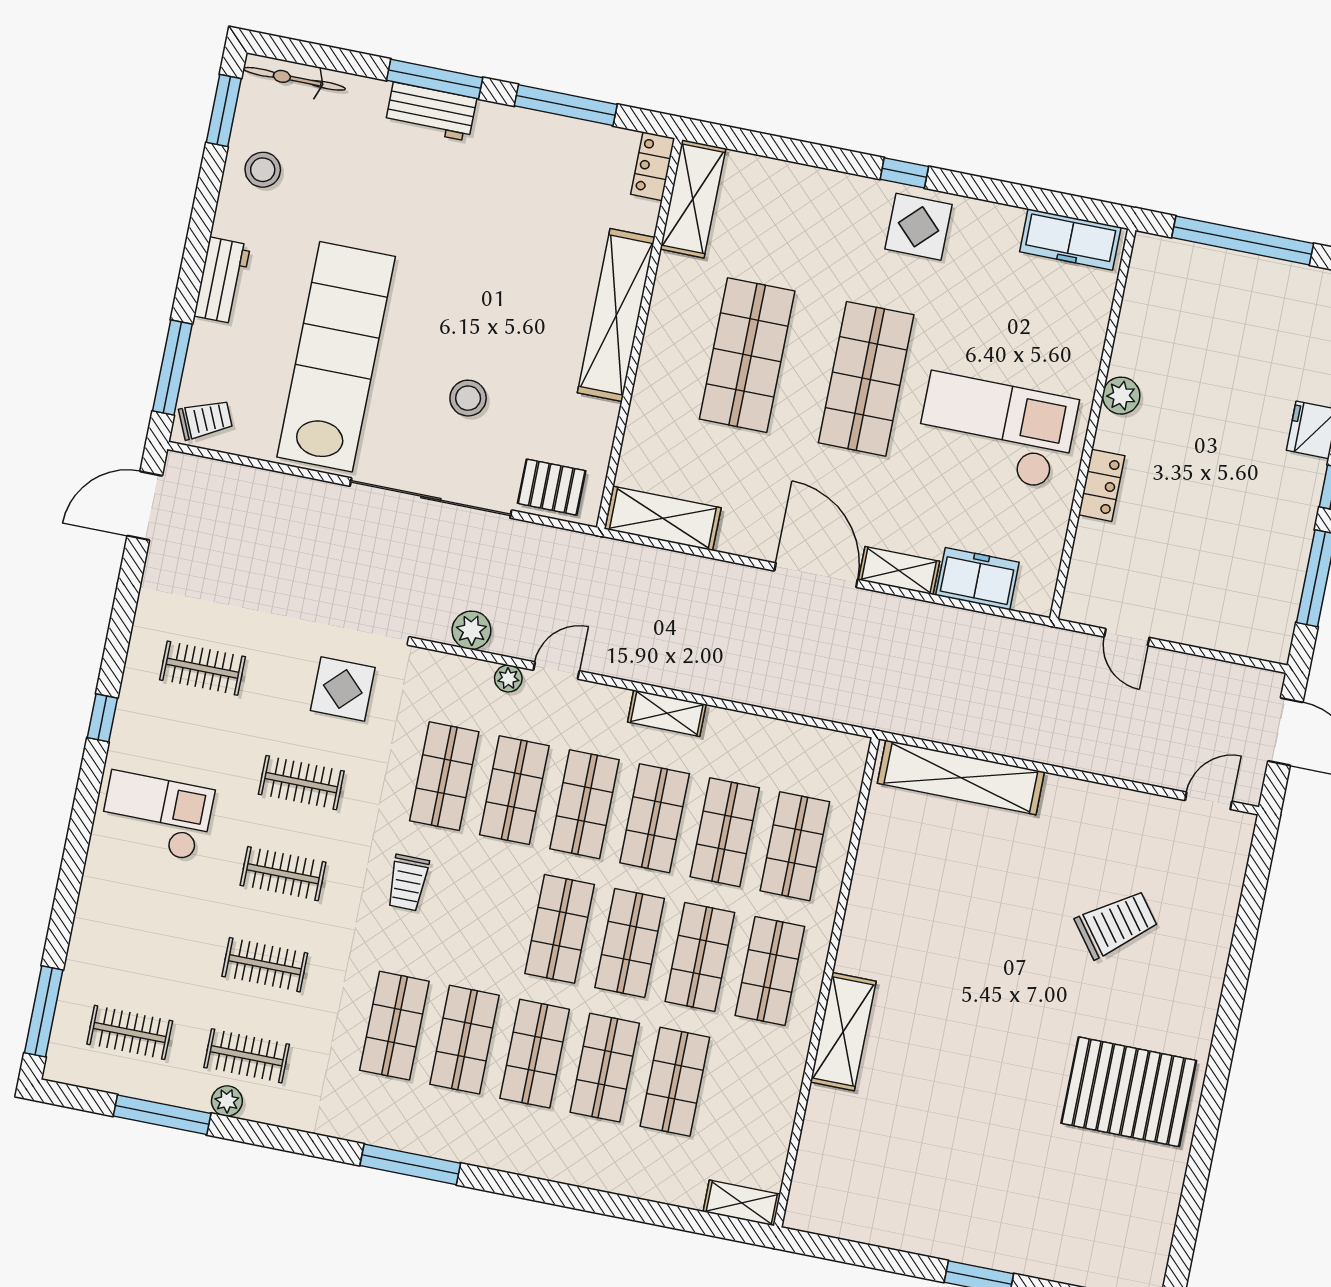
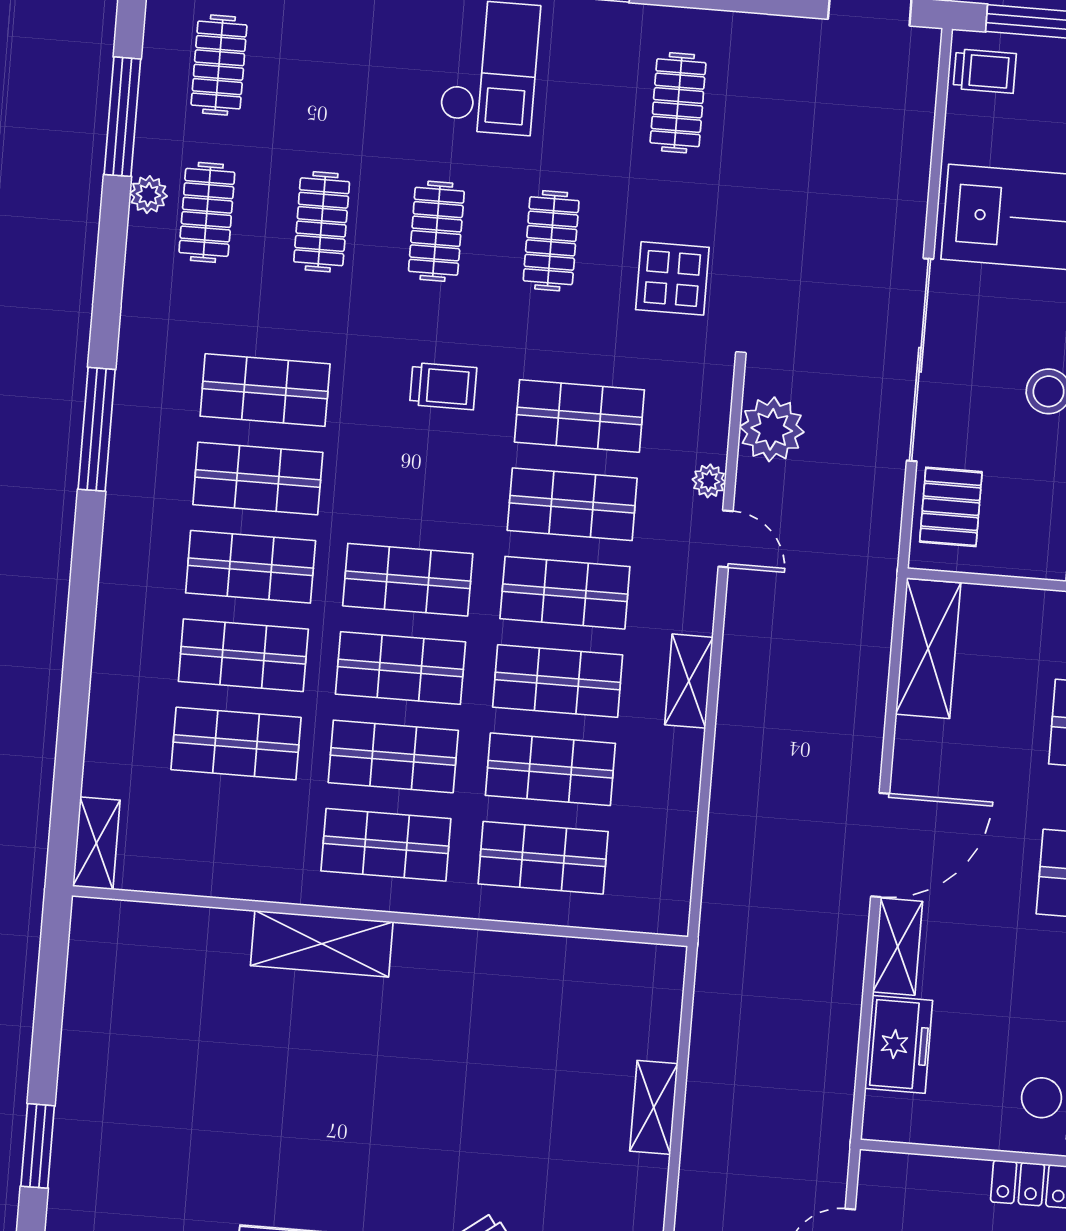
trolley: (206, 419) -> (985, 71), turned -66
plant: (471, 630) -> (772, 429), width x1.36, depth x1.36
shelving: (961, 777) -> (654, 1107), width x0.45, depth x0.75
trolley: (408, 883) -> (443, 386), turned 180

